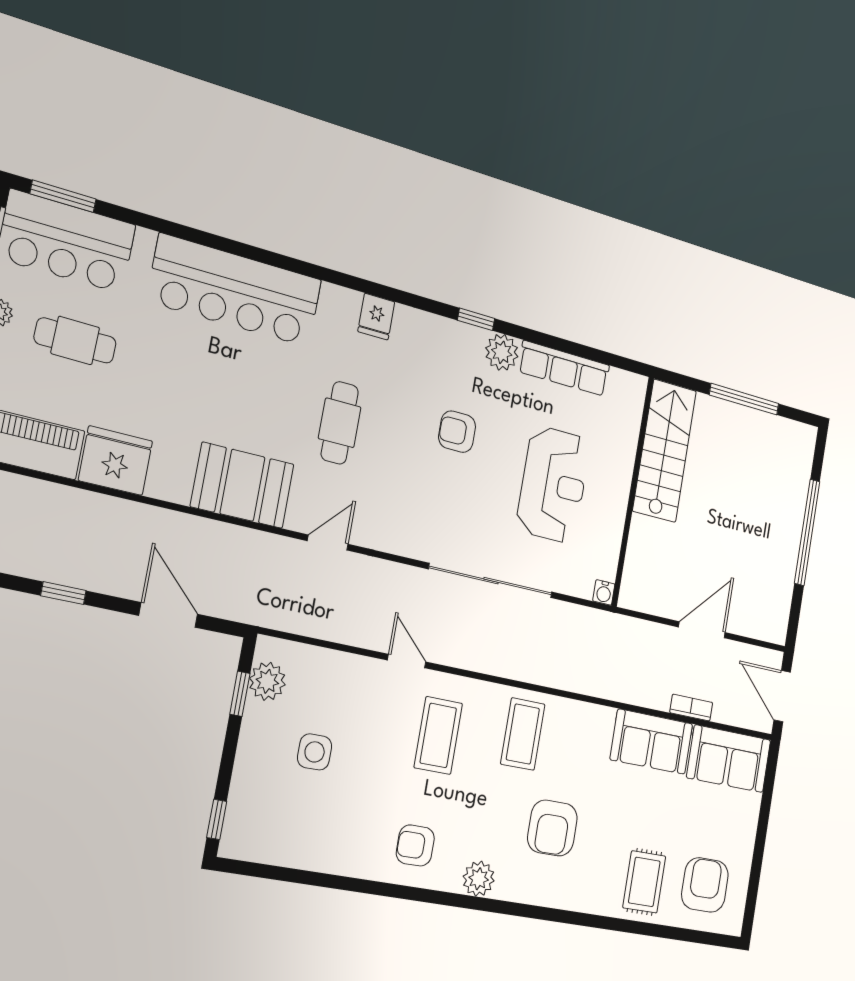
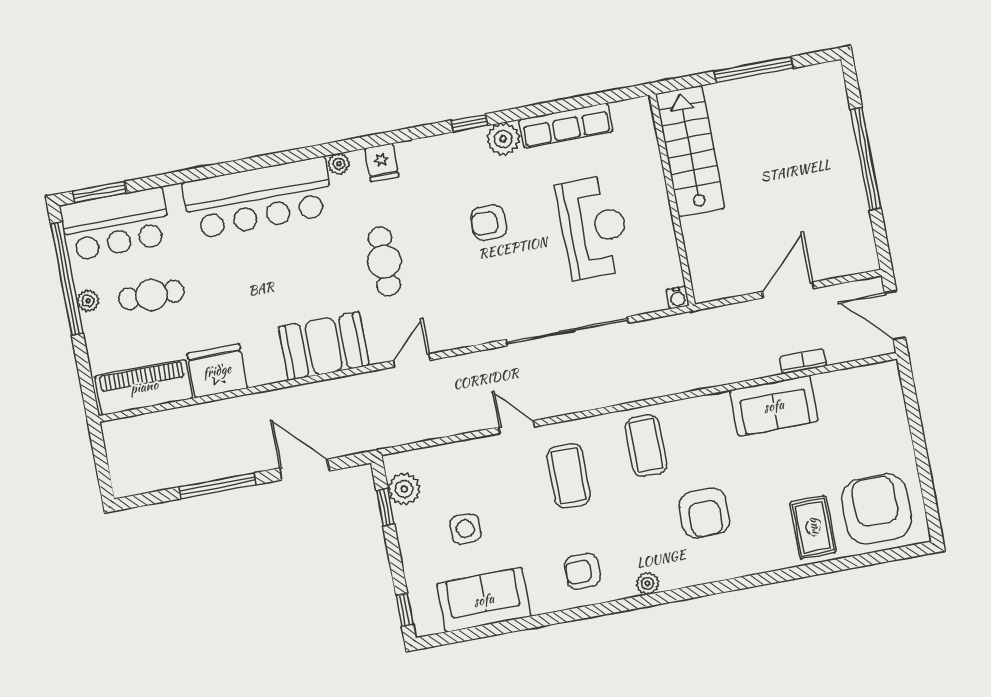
plant: (333, 296) -> (339, 164), added
window: (63, 593) -> (217, 486), width x2.17
sofa: (729, 759) -> (484, 600), moved, turned 180
plant: (479, 879) -> (648, 583), width x0.73, depth x0.73
armchair: (705, 885) -> (876, 509), width x1.36, depth x1.36

